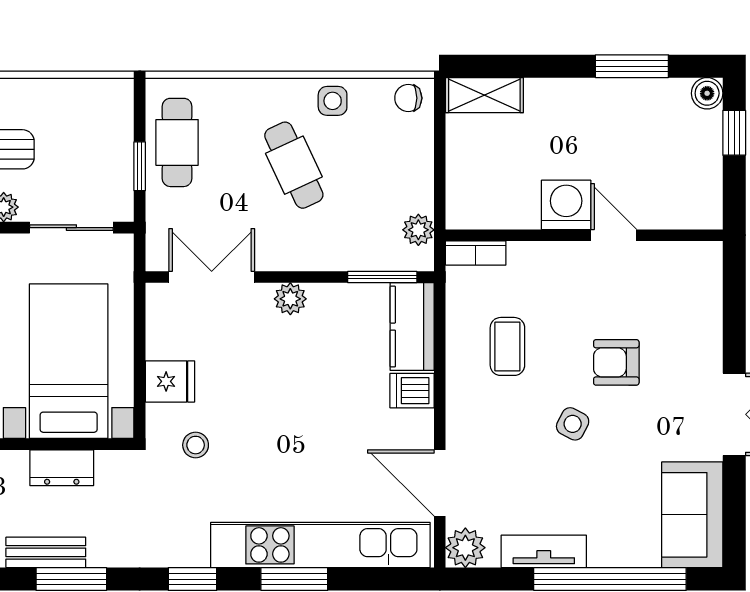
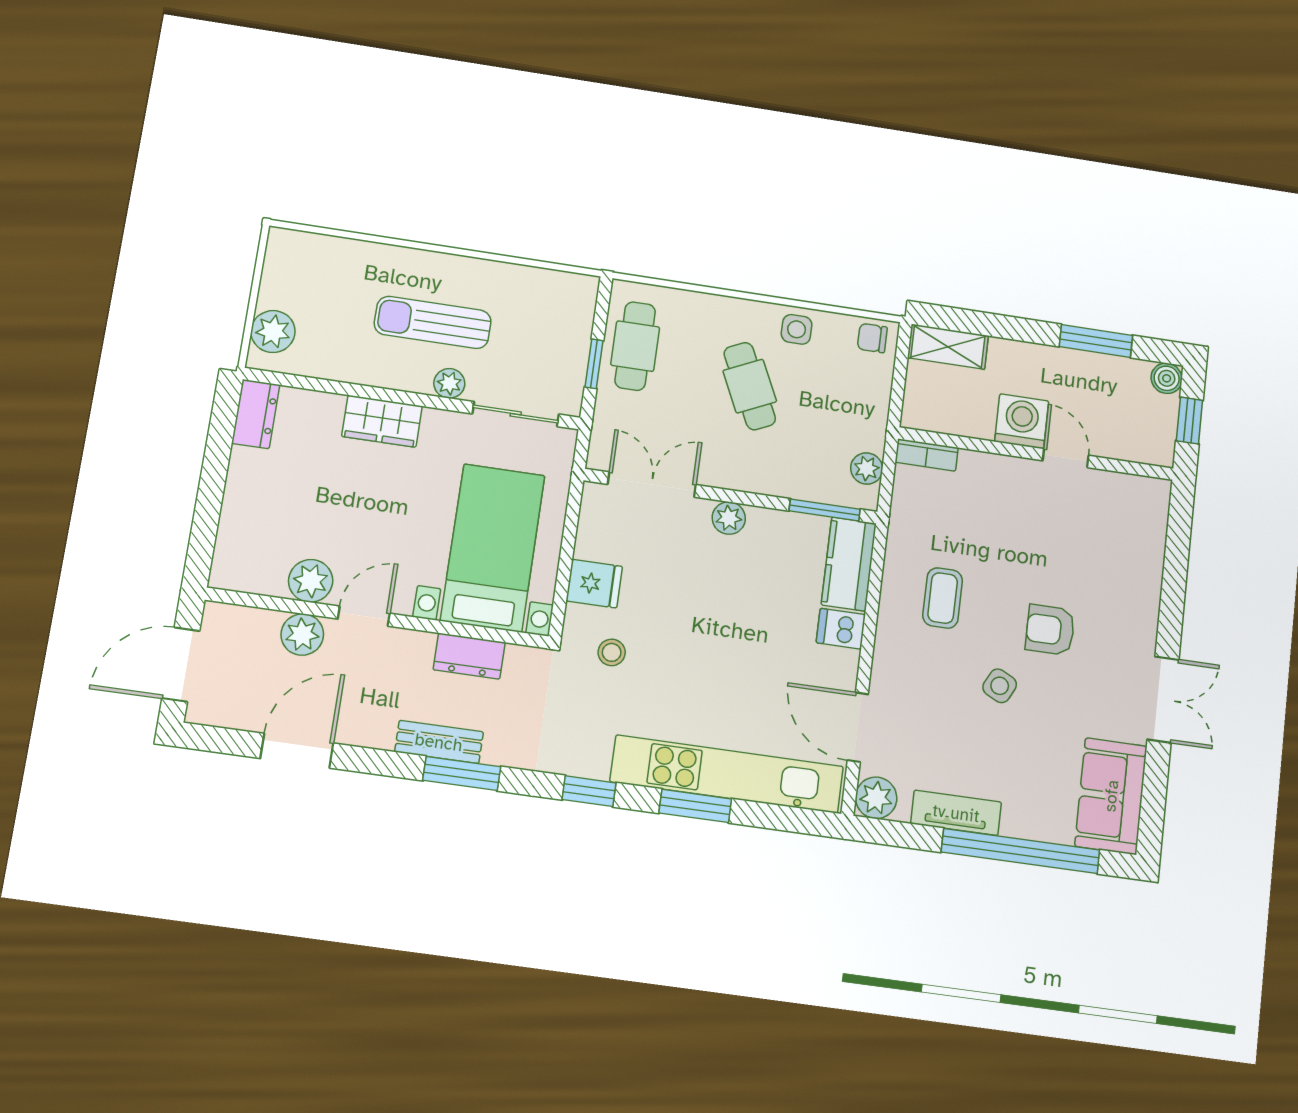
washing machine: (566, 205) -> (1022, 421), moved
wall: (584, 235) -> (1036, 454), moved
door: (614, 235) -> (1066, 458), moved
bookcase: (476, 253) -> (927, 455), moved

